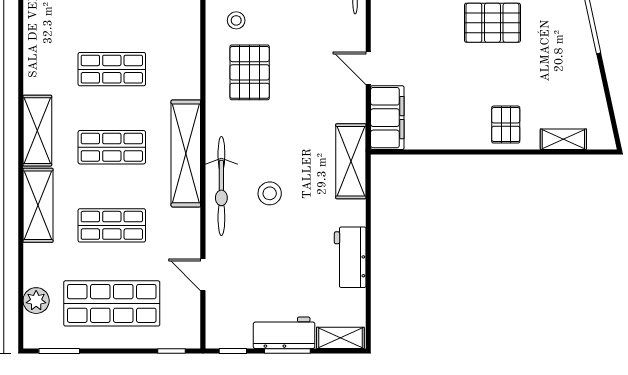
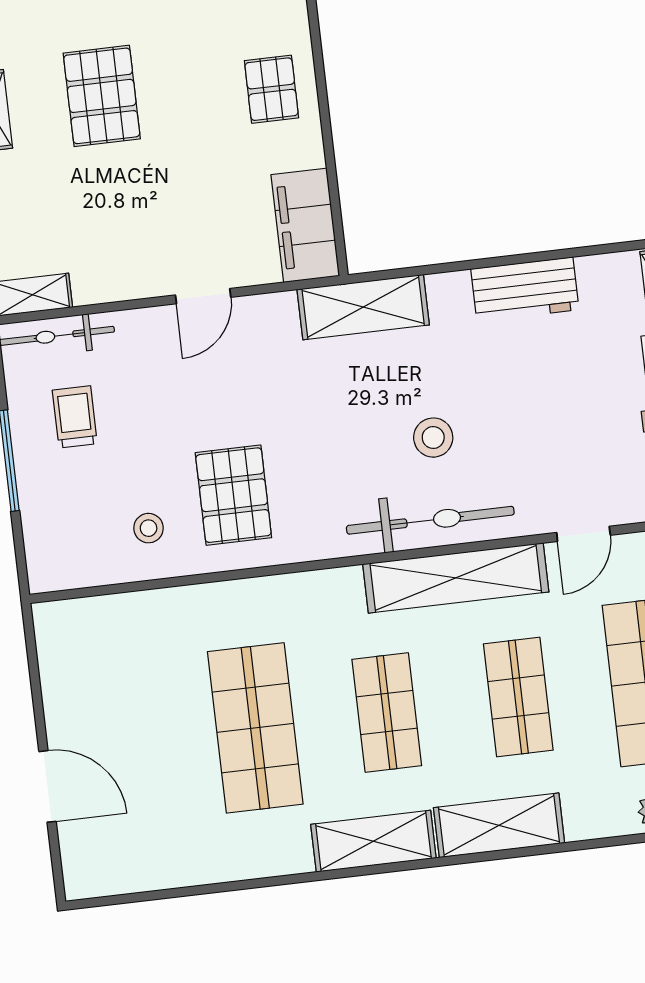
shop shelf: (112, 69) -> (255, 728), width x1.43, depth x1.36
pallet: (250, 72) -> (233, 495), turned 90
filing cabinet: (387, 118) -> (305, 225), moved, turned -90
pallet: (506, 125) -> (271, 89), moved, turned 90
shelving: (186, 153) -> (456, 578), moved

